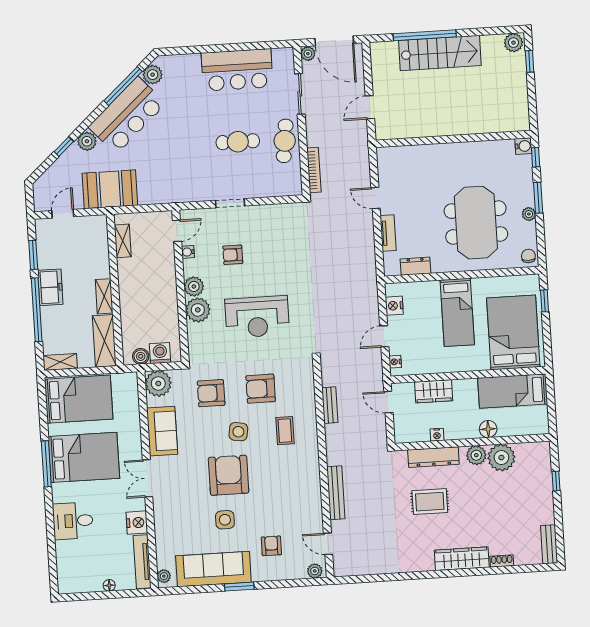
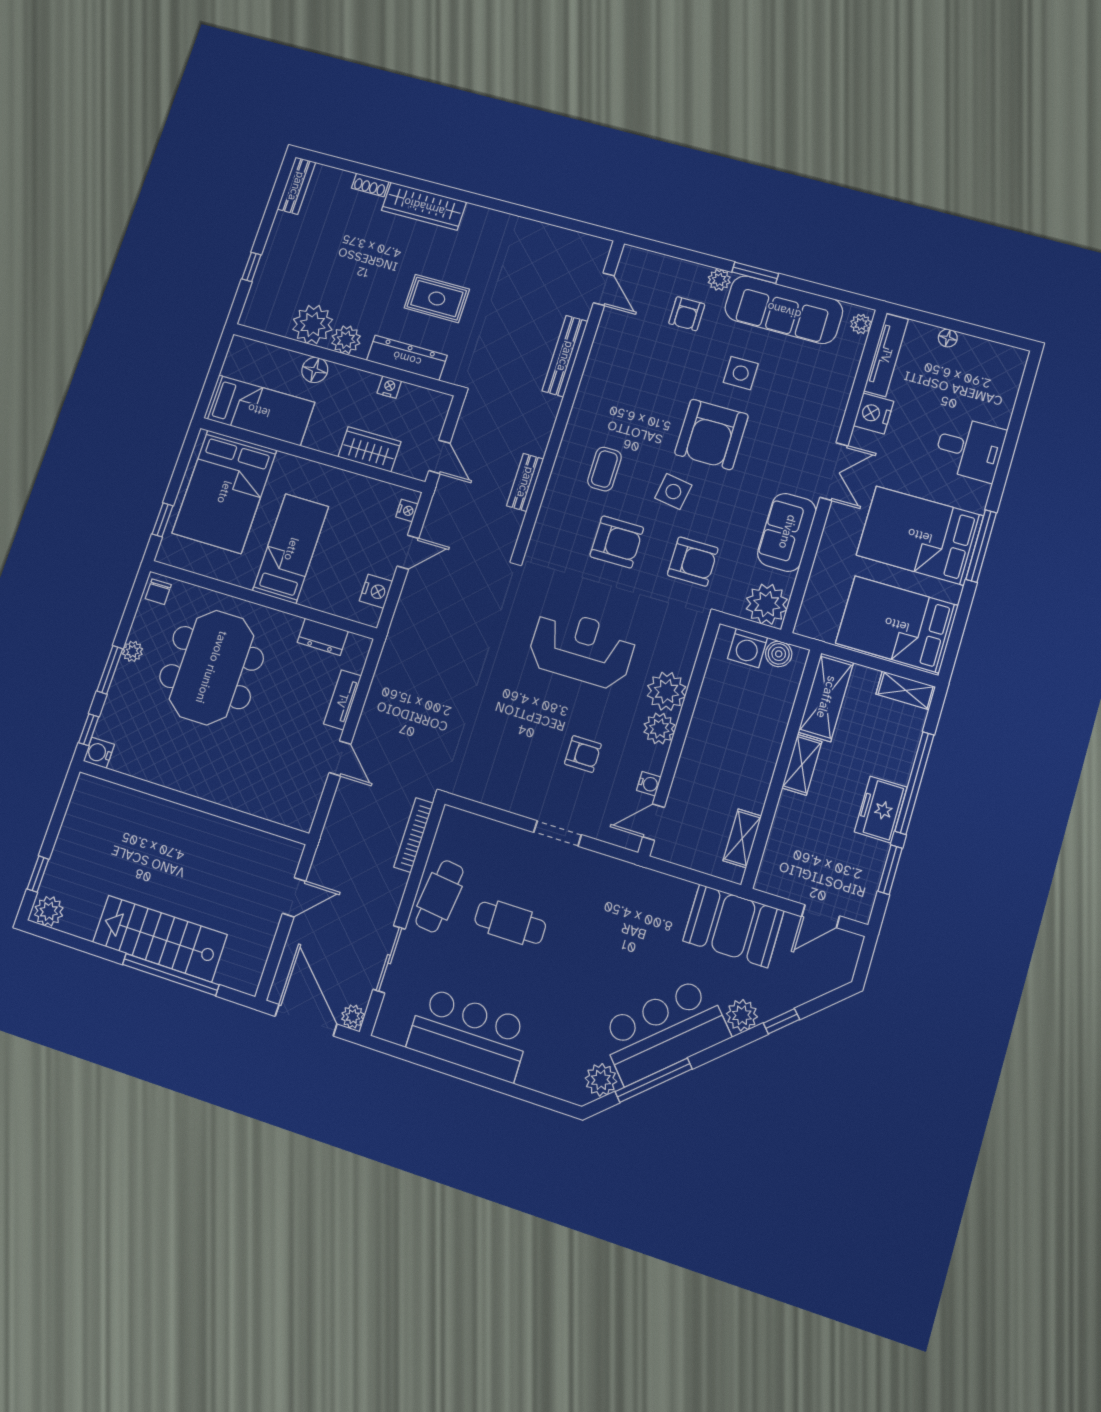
plant: (315, 571) -> (719, 280), moved

